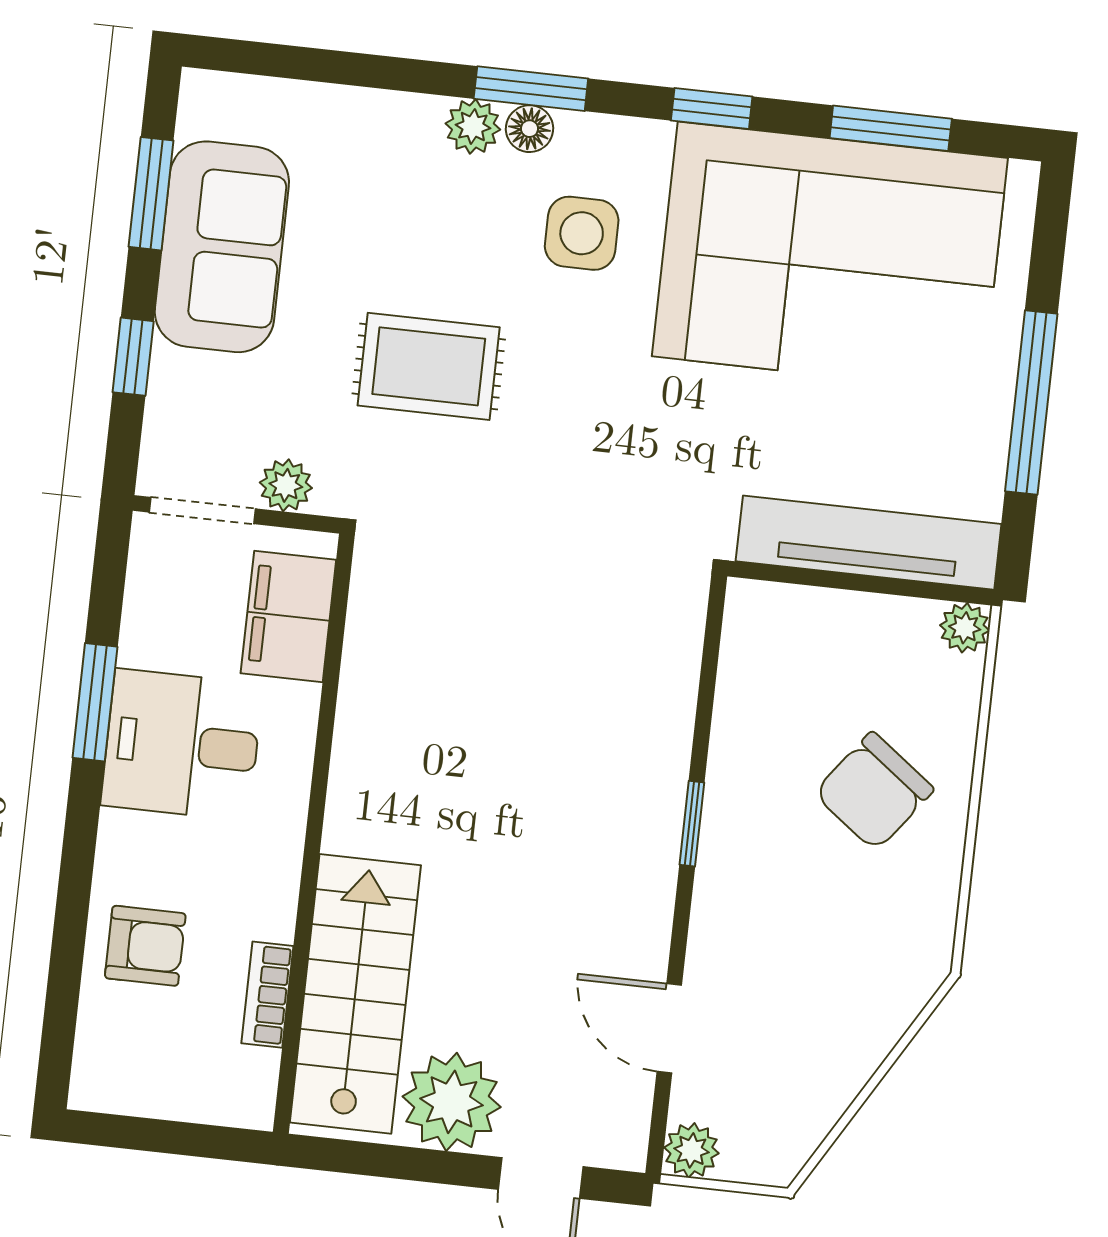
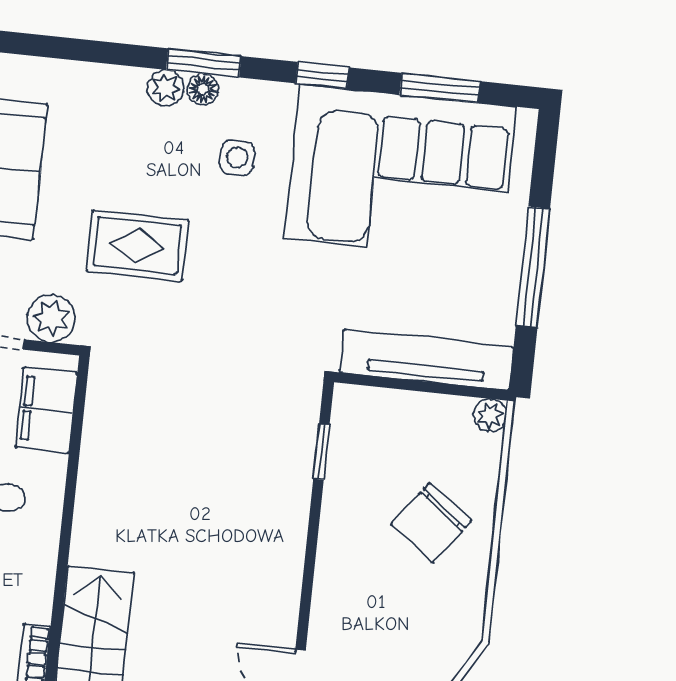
side table: (582, 233) -> (237, 158), width x0.73, depth x0.73
plant: (286, 485) -> (51, 318), width x1.38, depth x1.38
window: (692, 824) -> (321, 452), moved

